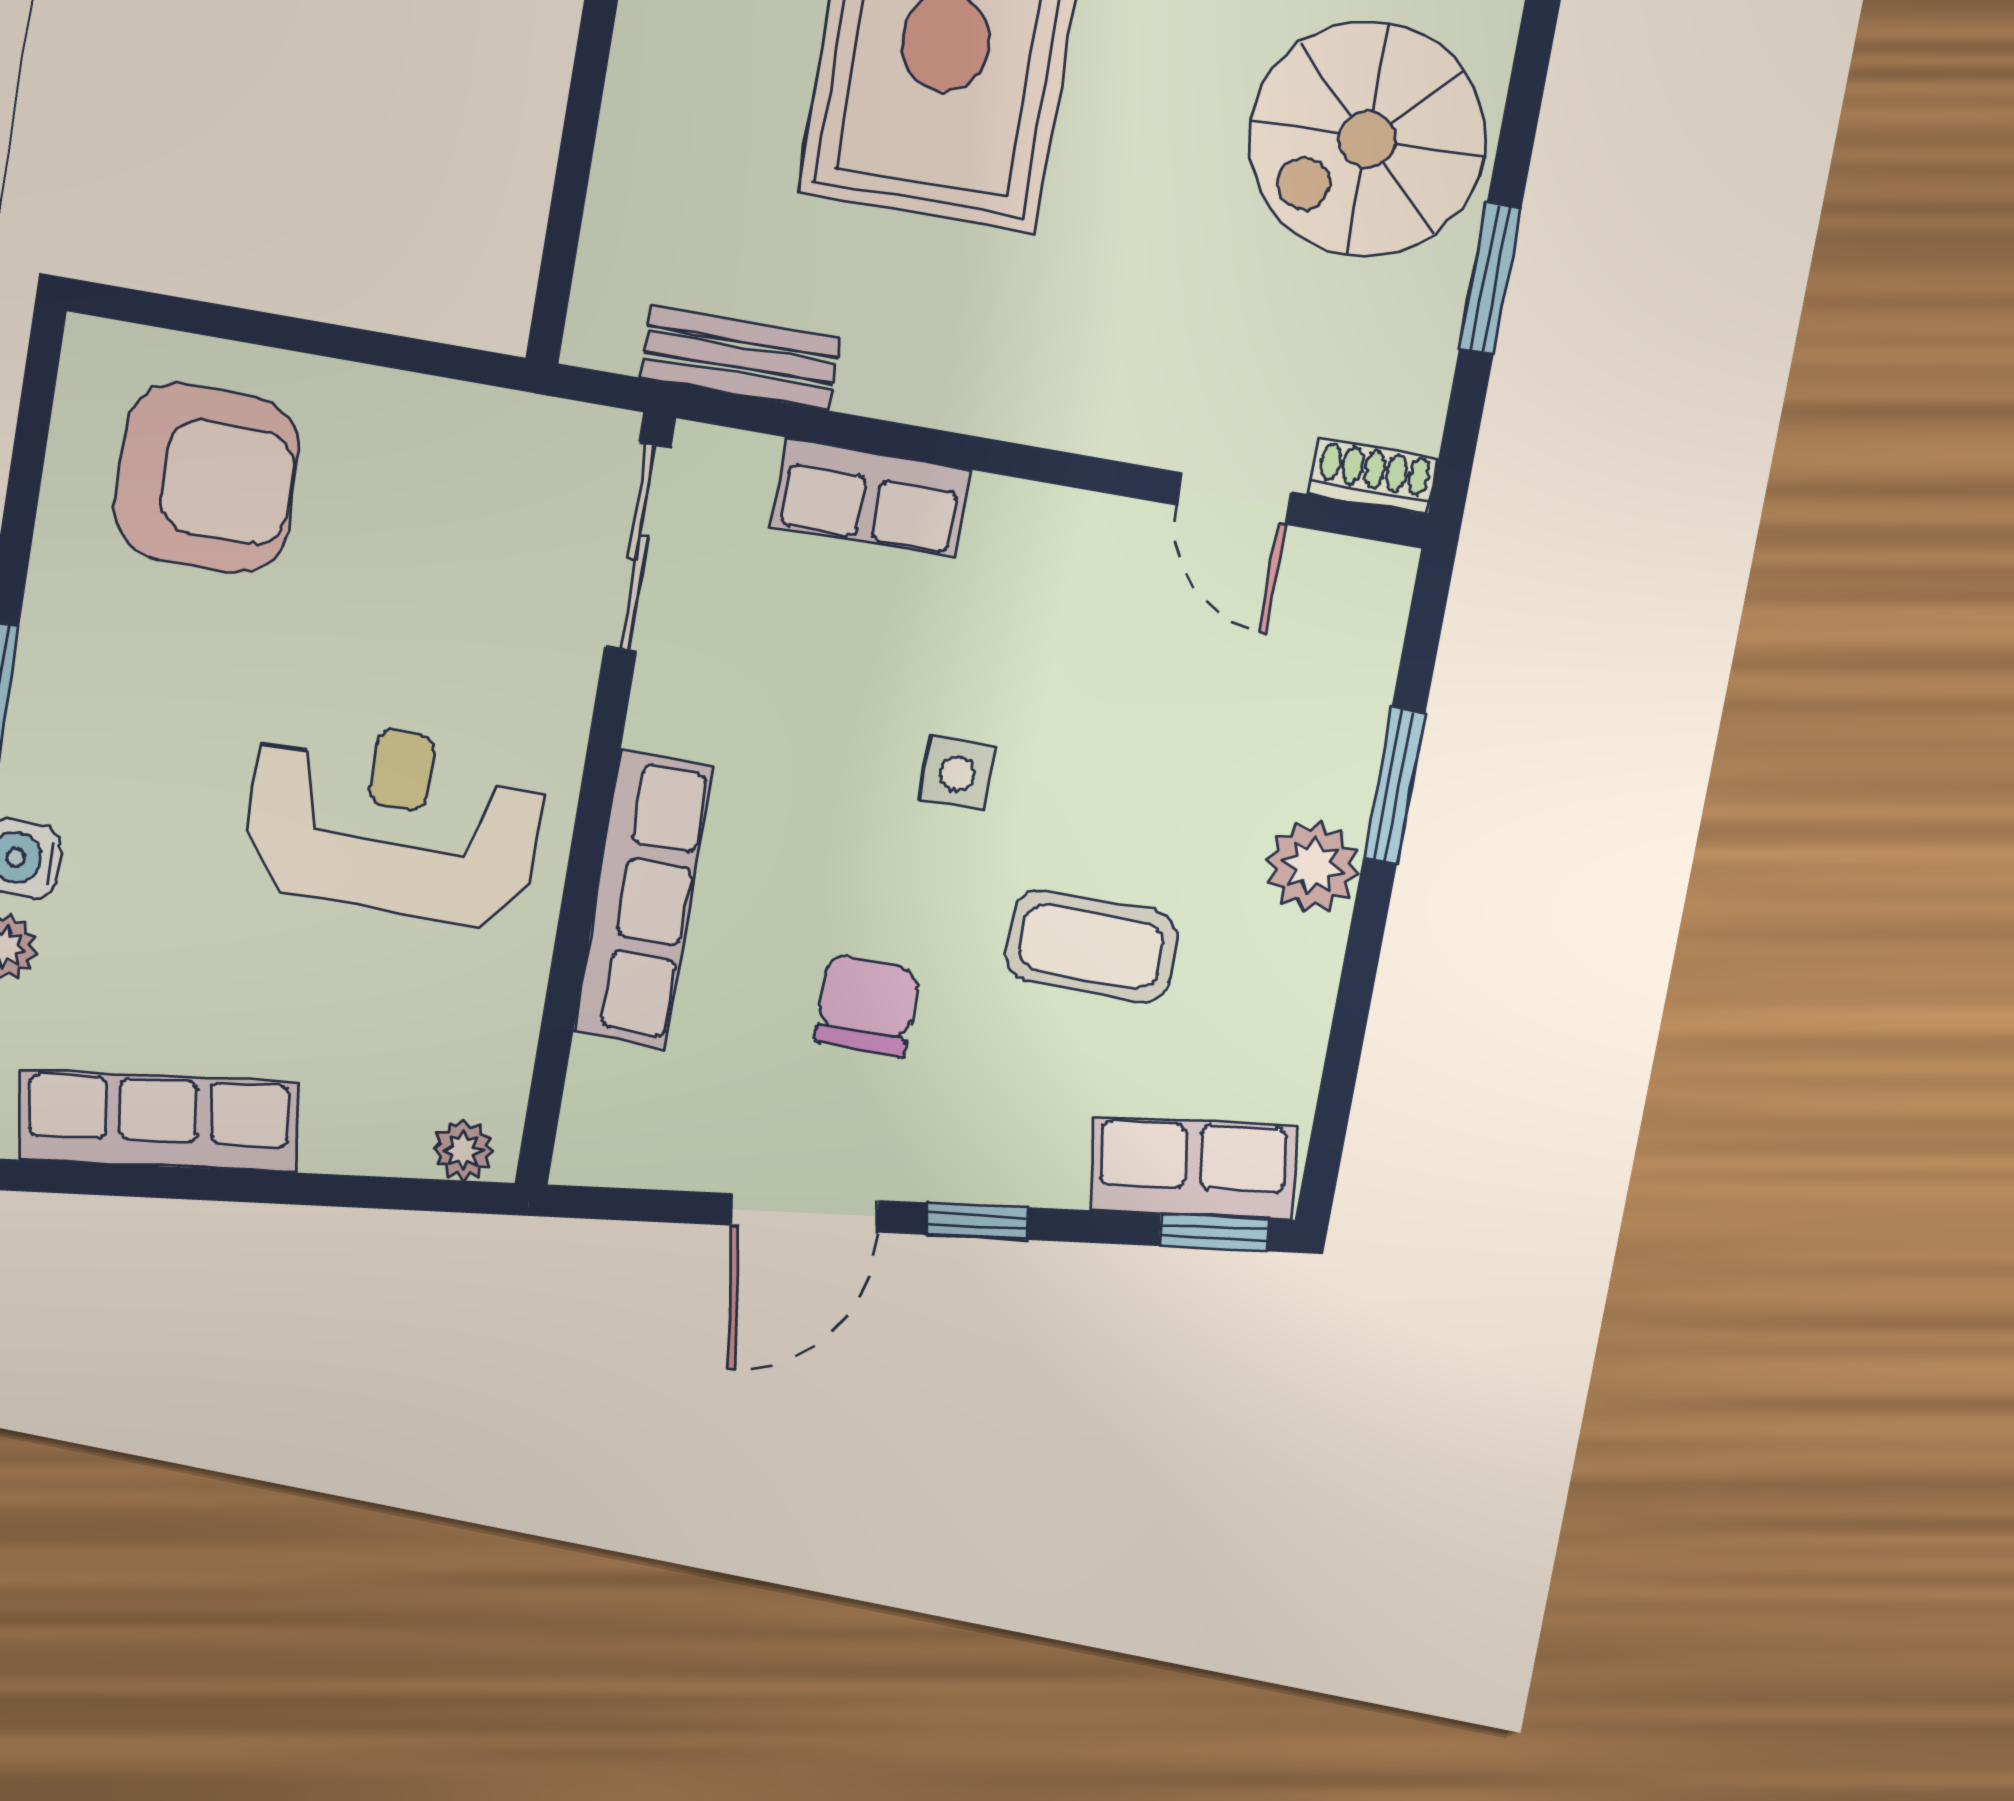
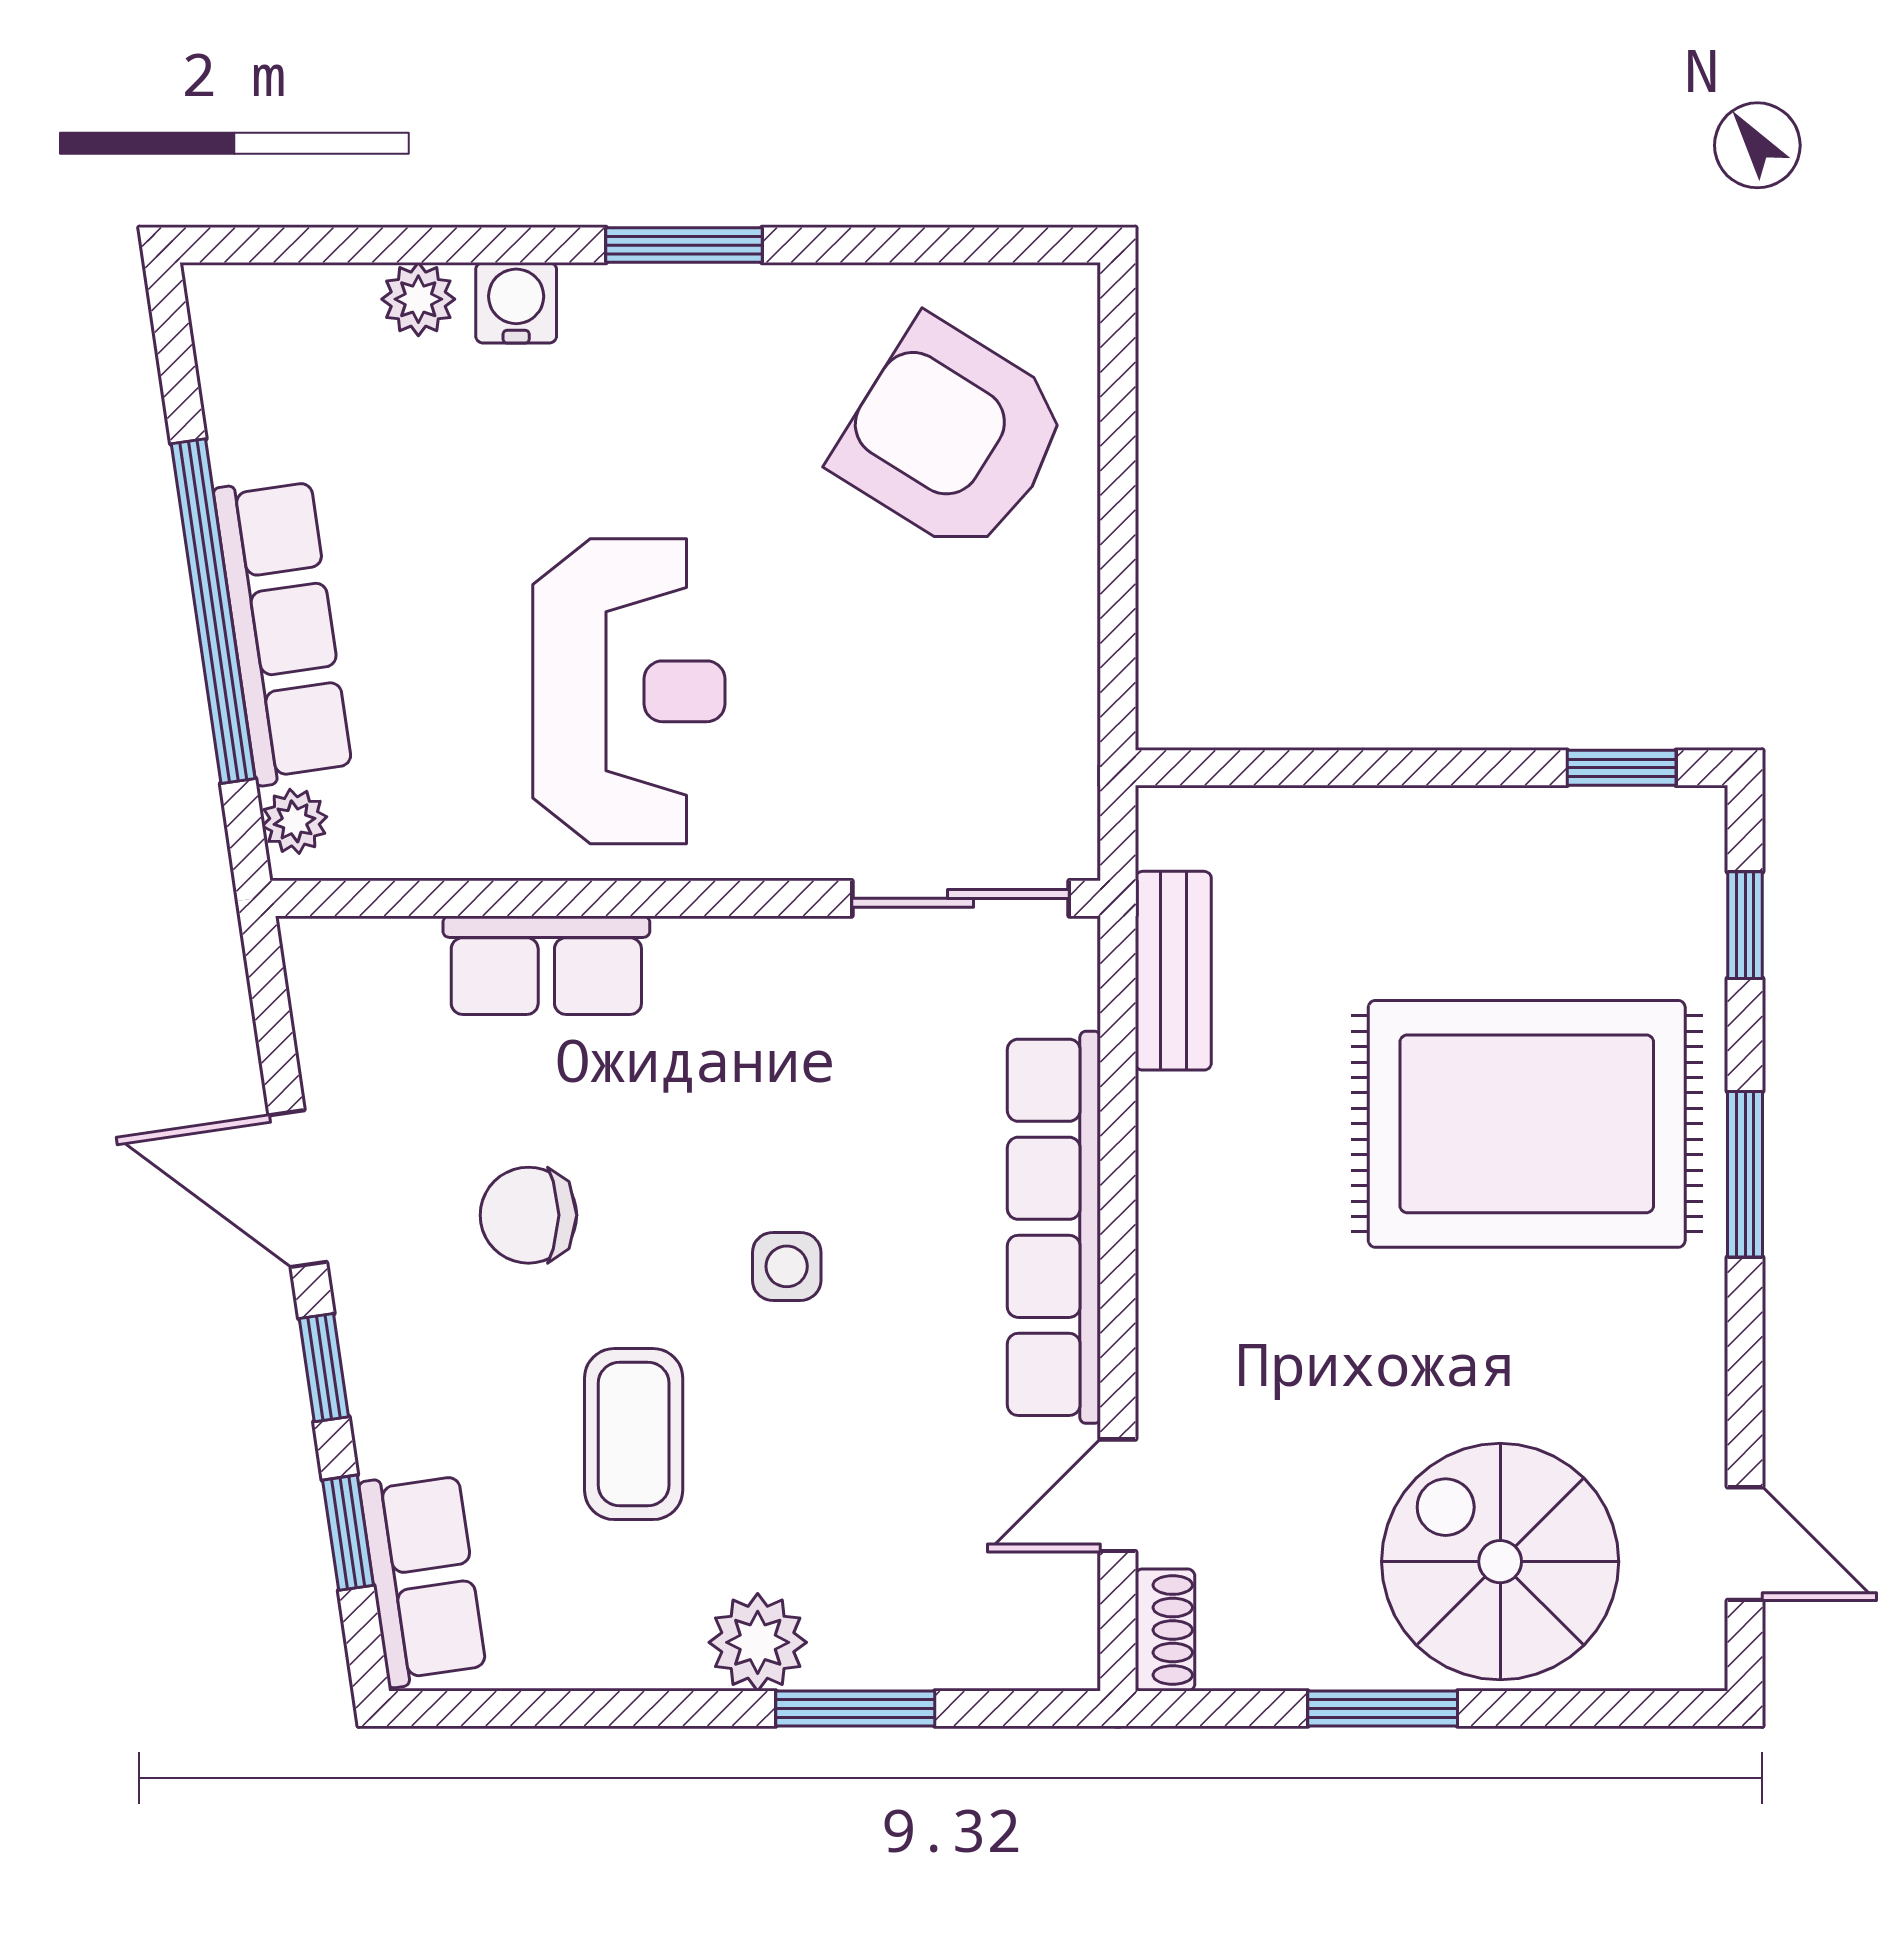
armchair: (206, 479) -> (952, 437), turned 122
row of seats: (870, 498) -> (1054, 1227), width x2.02
row of seats: (643, 899) -> (546, 965), width x0.68
chair: (867, 1005) -> (528, 1215), turned 180
row of seats: (158, 1121) -> (283, 631), moved
window: (259, 1187) -> (213, 611), added
window: (1214, 1232) -> (348, 1533), moved

